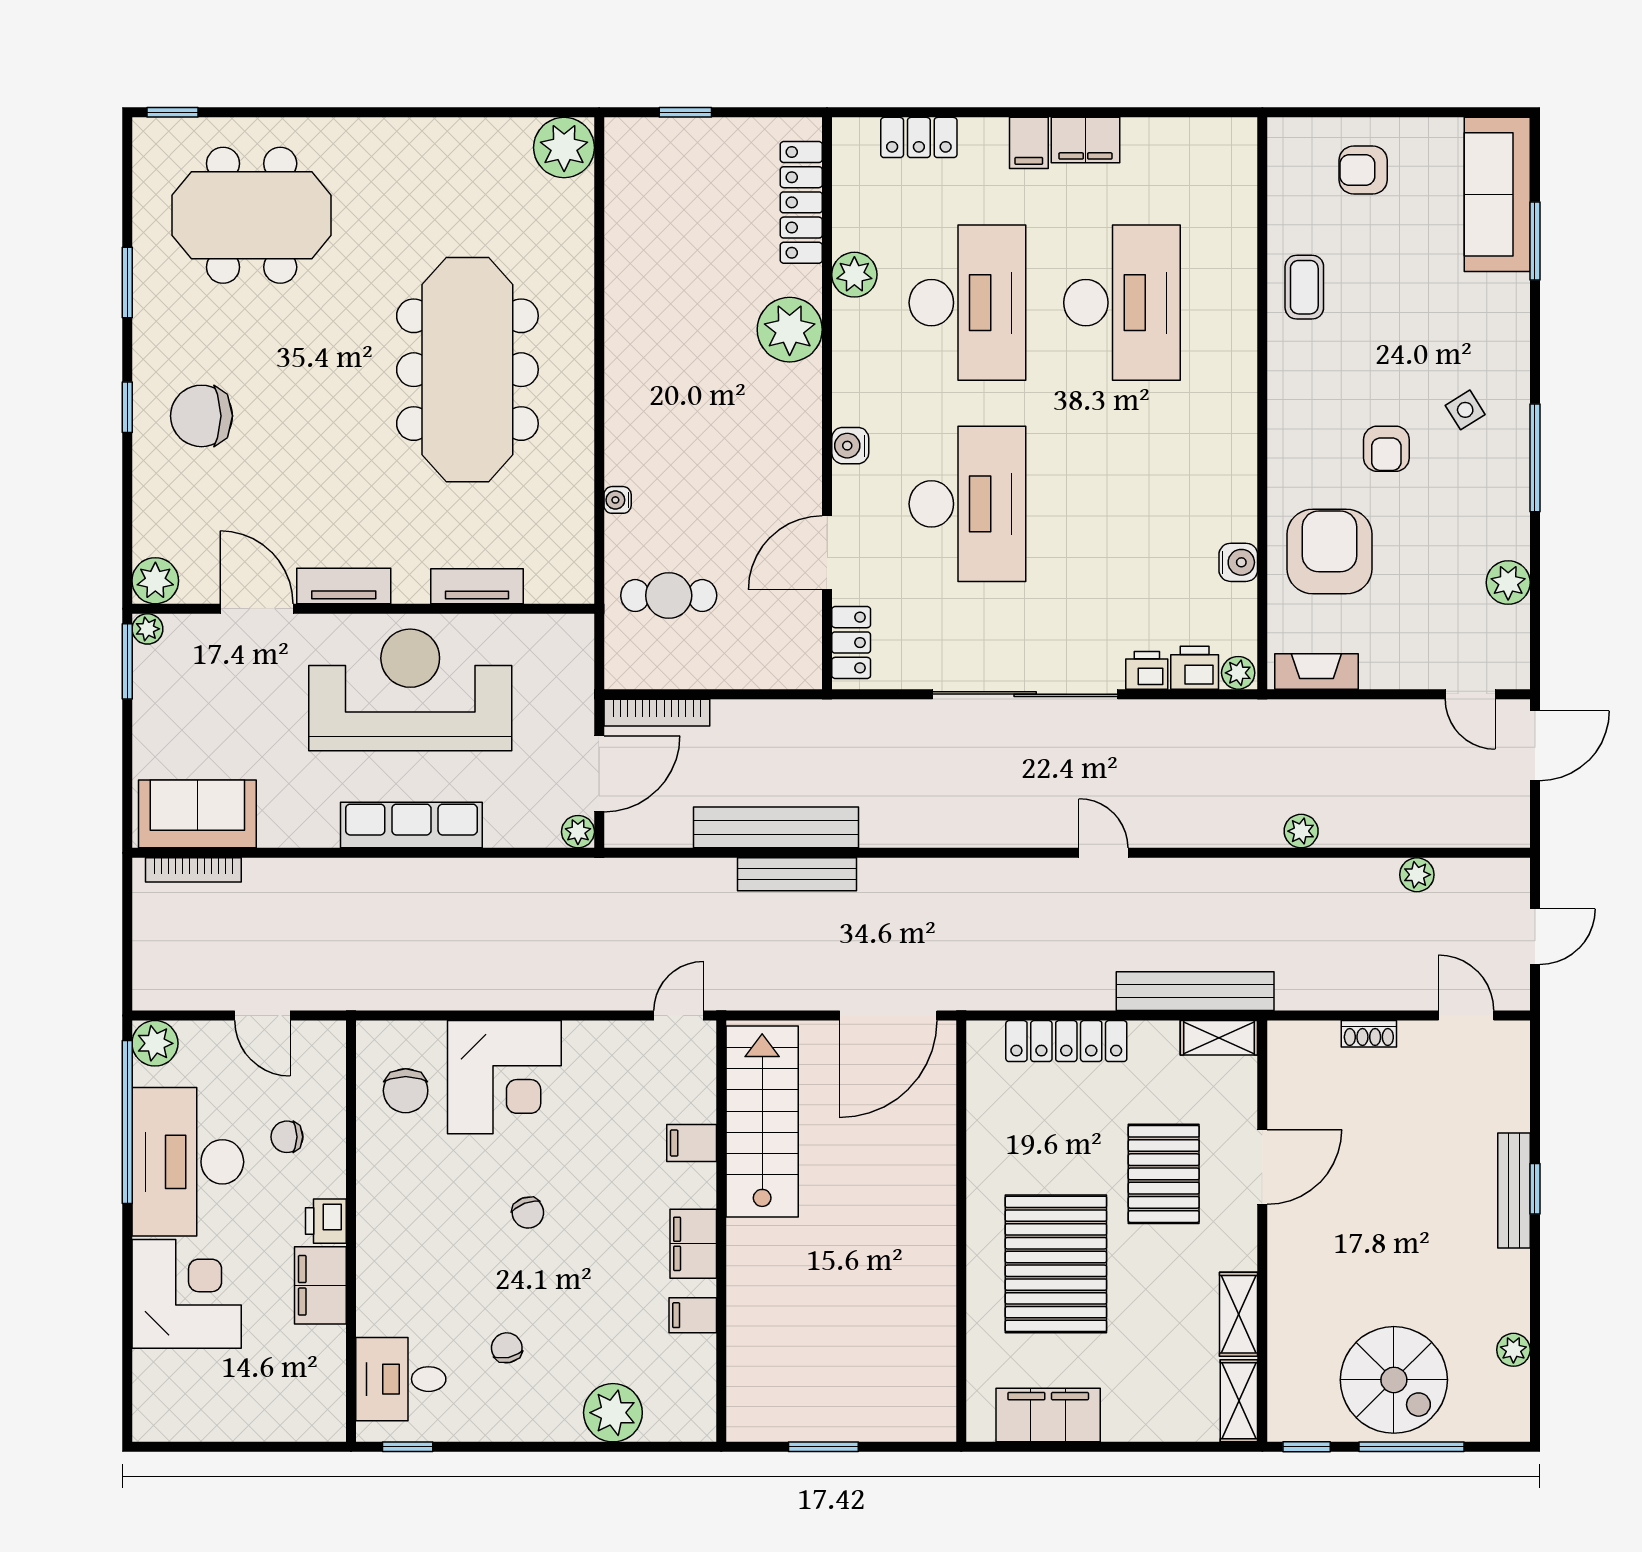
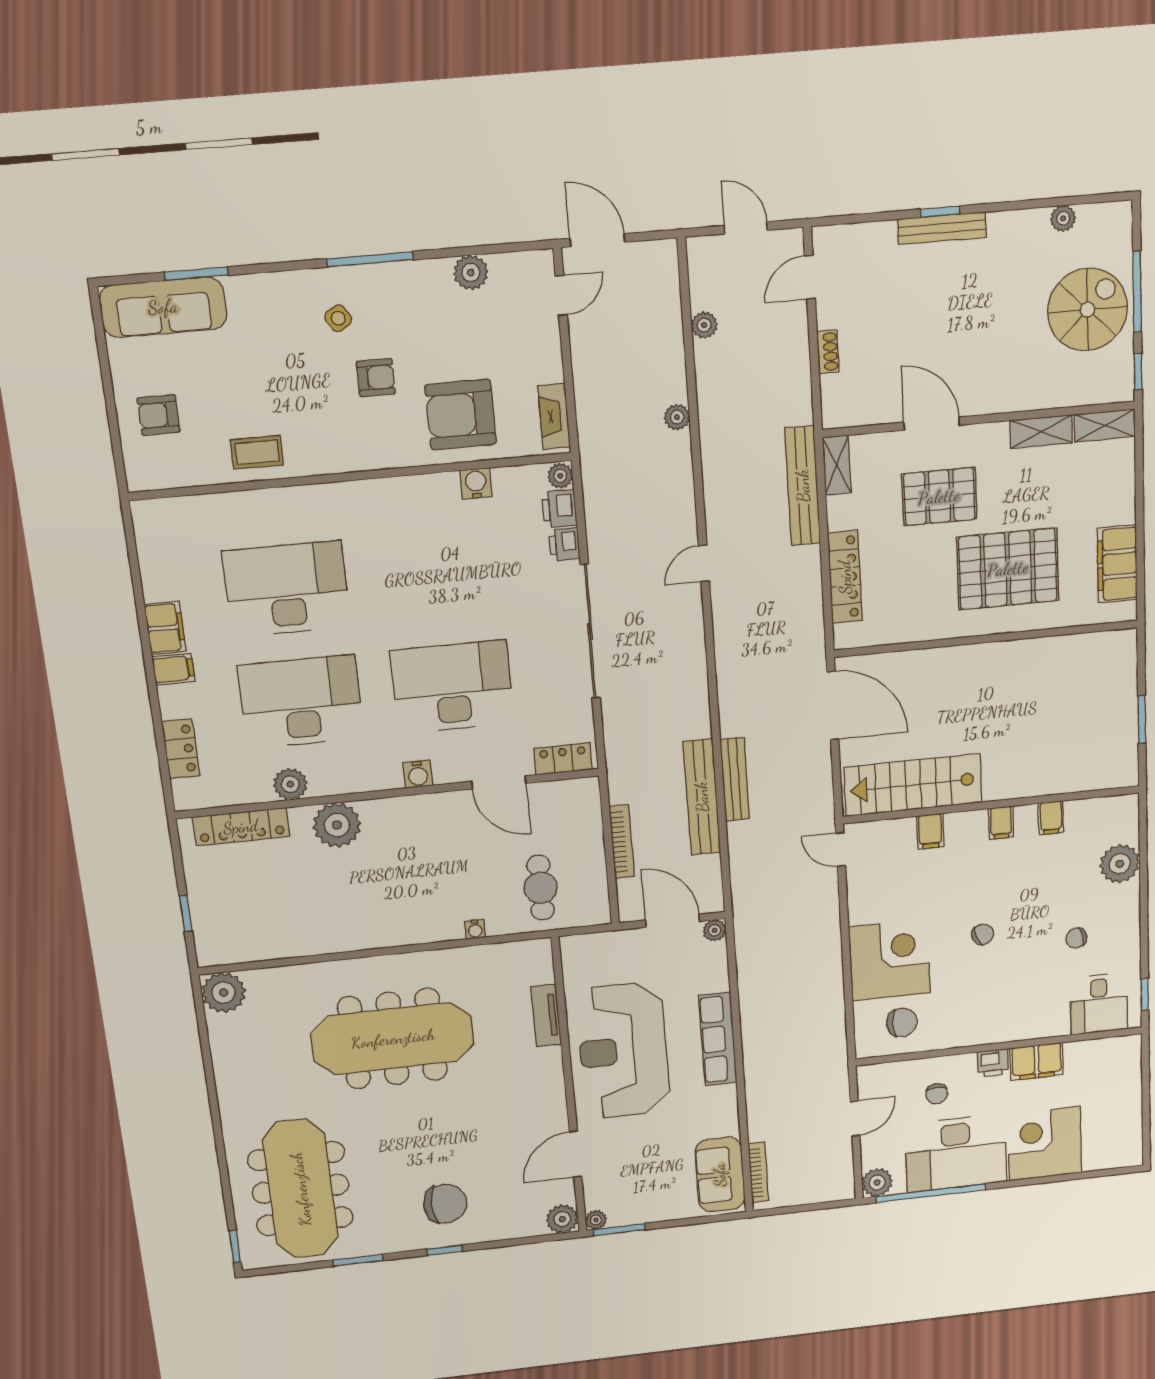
armchair: (1363, 170) -> (158, 415), turned 90
meeting table: (252, 215) -> (301, 1189), width x1.36
chair: (202, 416) -> (445, 1204), turned -90
tv unit: (344, 586) -> (554, 1101), removed
bookcase: (657, 713) -> (622, 842), moved
filing cabinet: (693, 1244) -> (1001, 823), width x0.50

